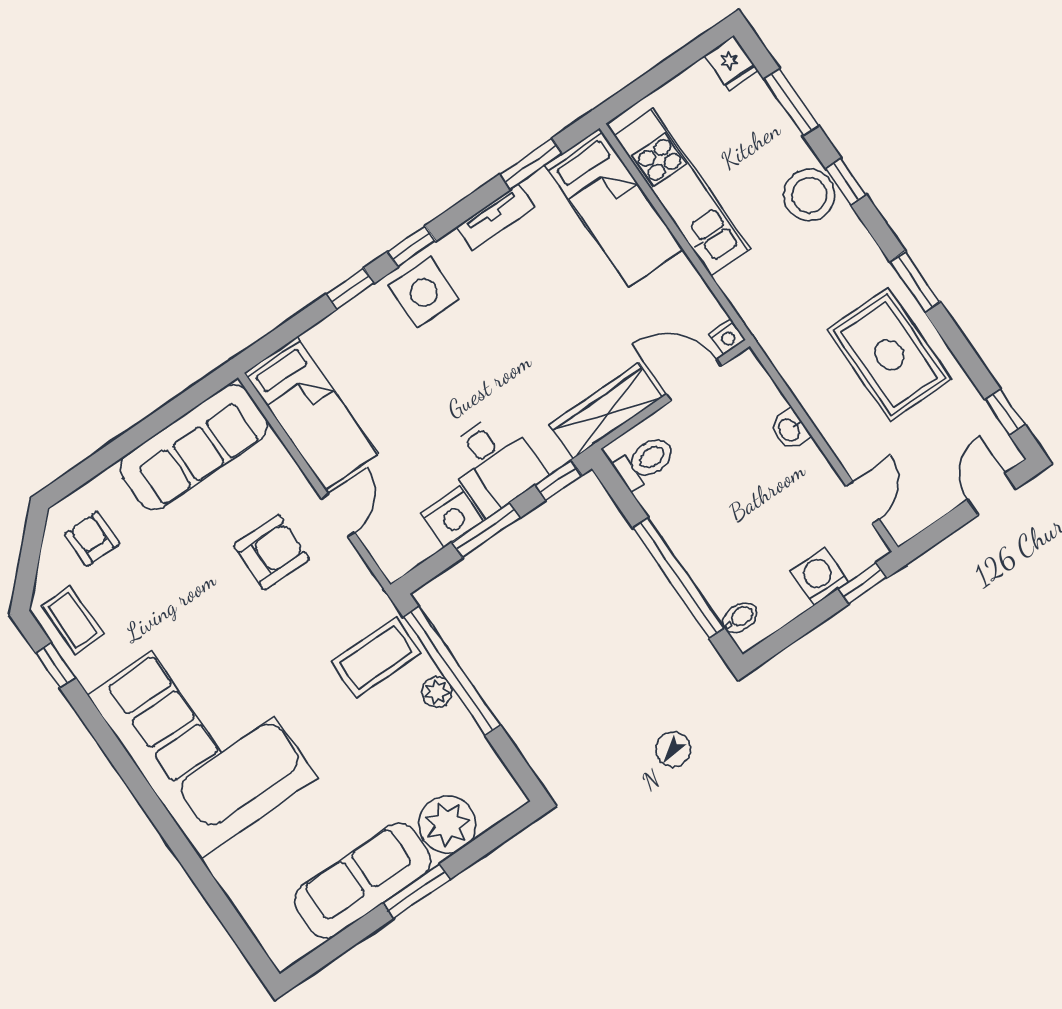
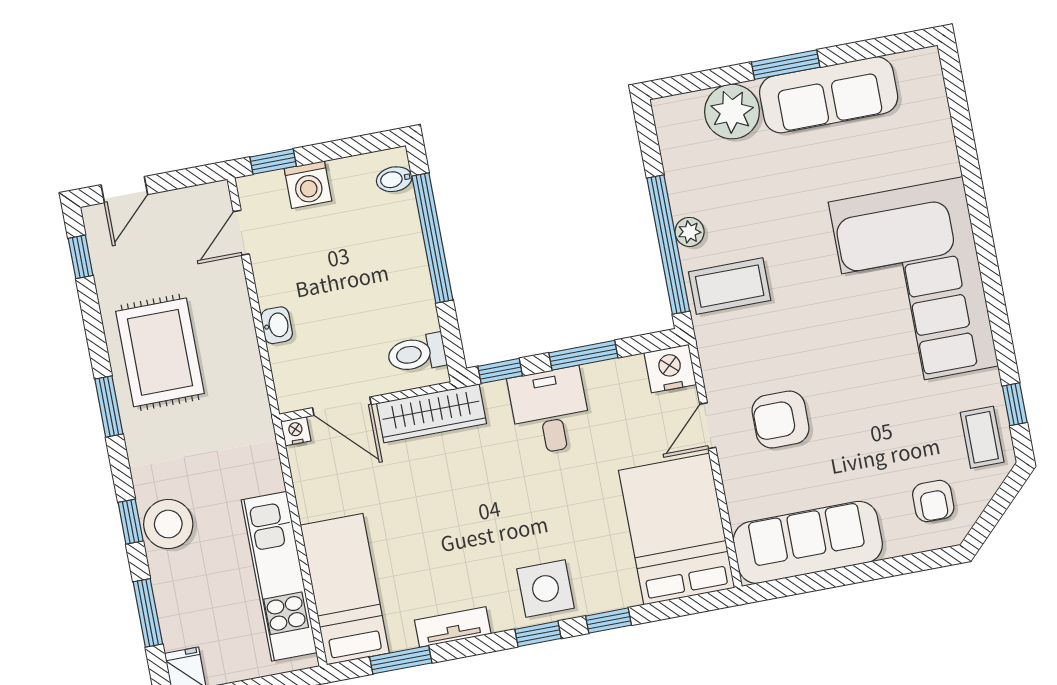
bed: (311, 413) -> (677, 529), width x1.50
nightstand: (452, 517) -> (670, 369), moved

